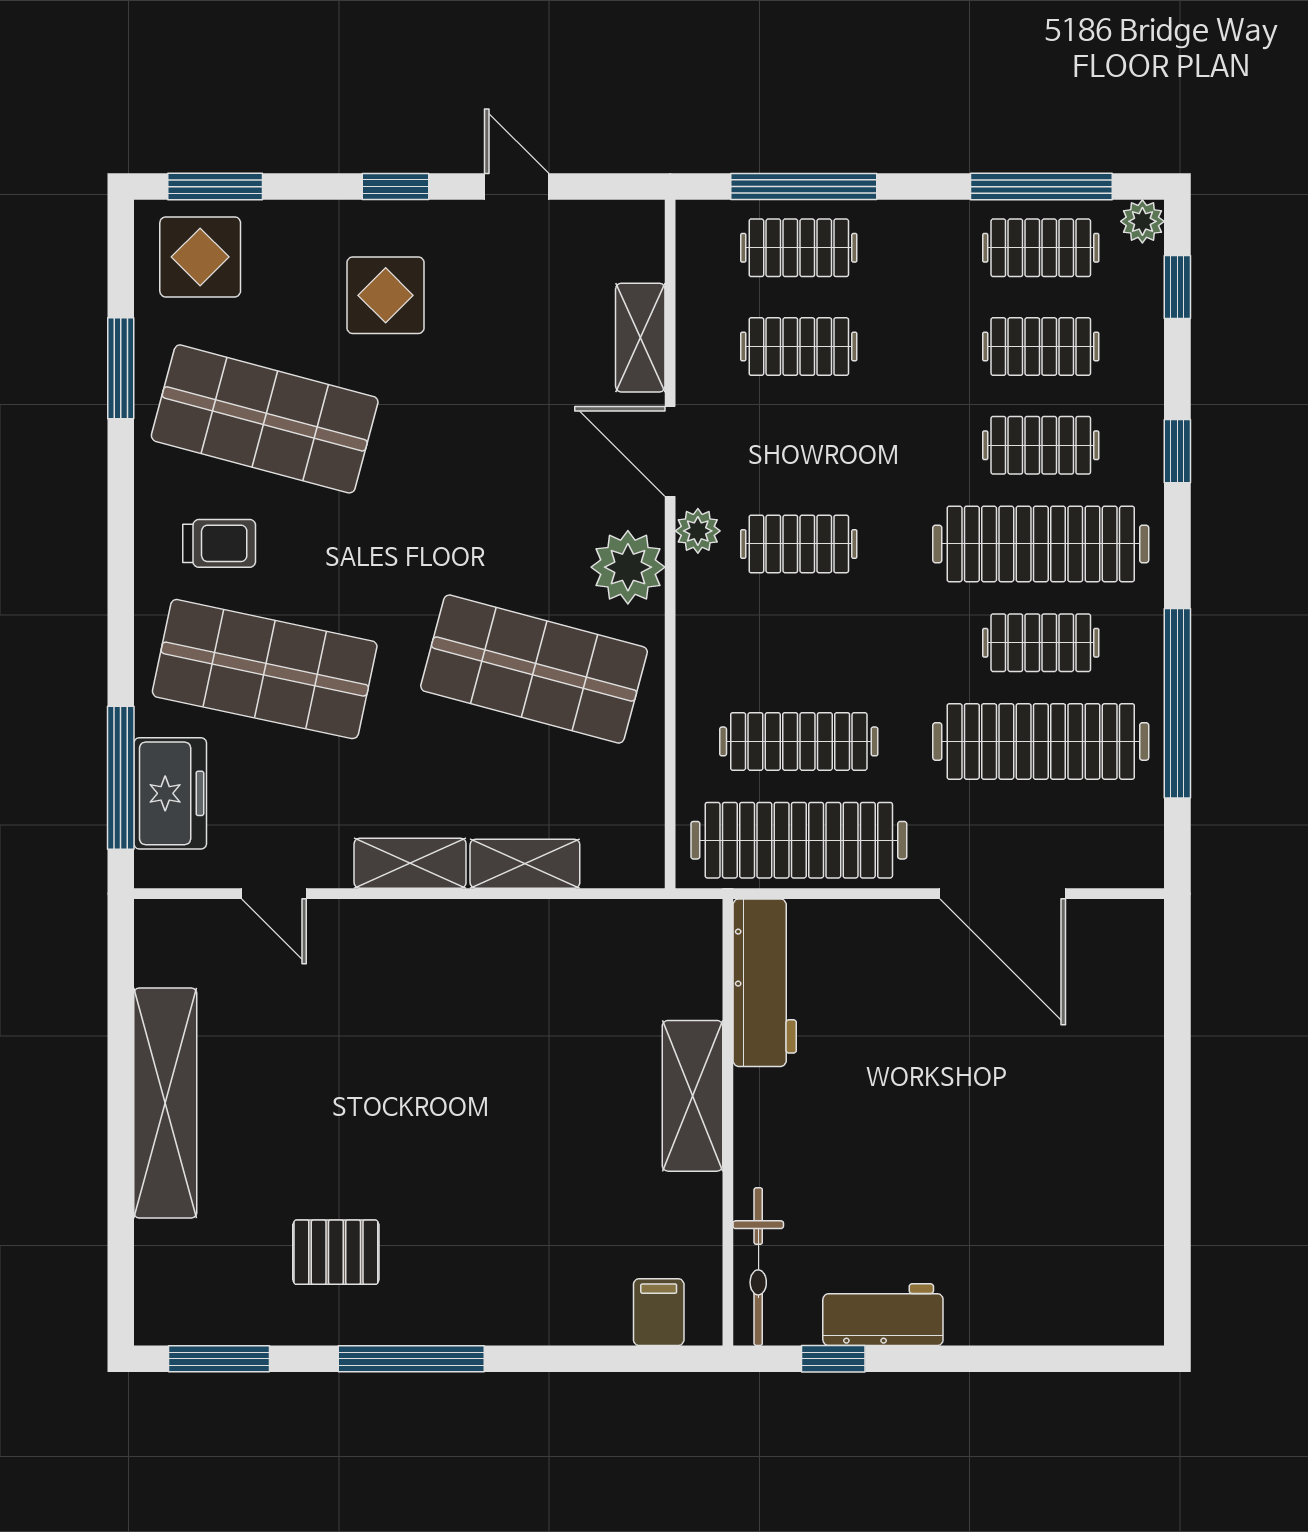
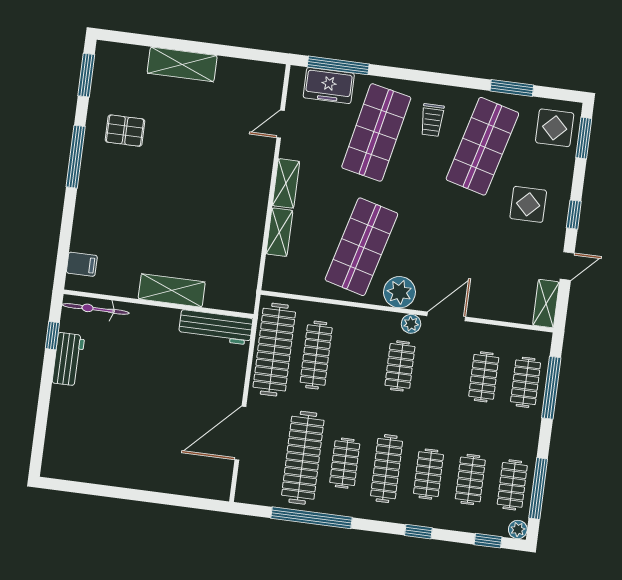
shelving: (640, 338) -> (546, 304), moved, turned 90
clothes rail: (1041, 544) -> (387, 469), width x0.73, depth x0.76
shelving: (165, 1103) -> (182, 64), width x0.68
pallet: (336, 1252) -> (125, 131), turned 90

